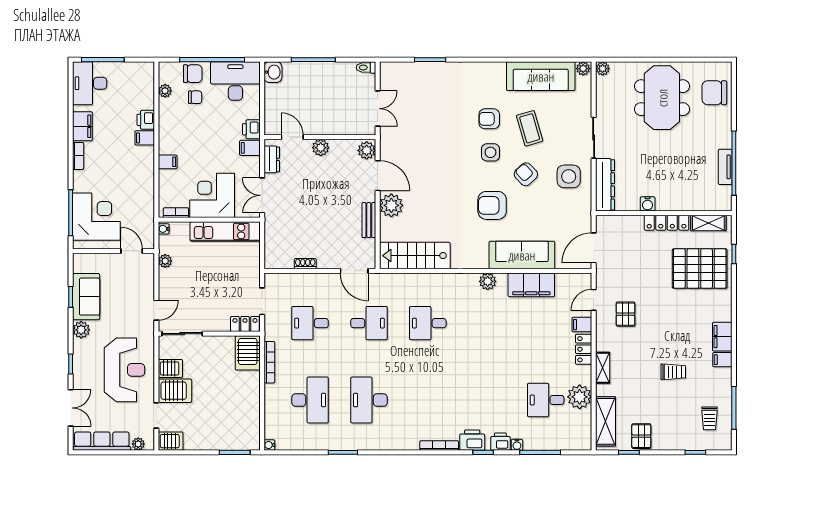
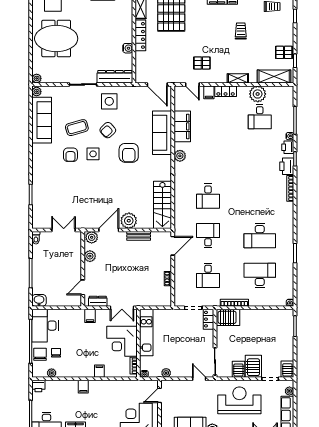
printer: (146, 120) -> (38, 386), moved
printer: (251, 129) -> (77, 315), removed
plant: (321, 148) -> (90, 256), moved

